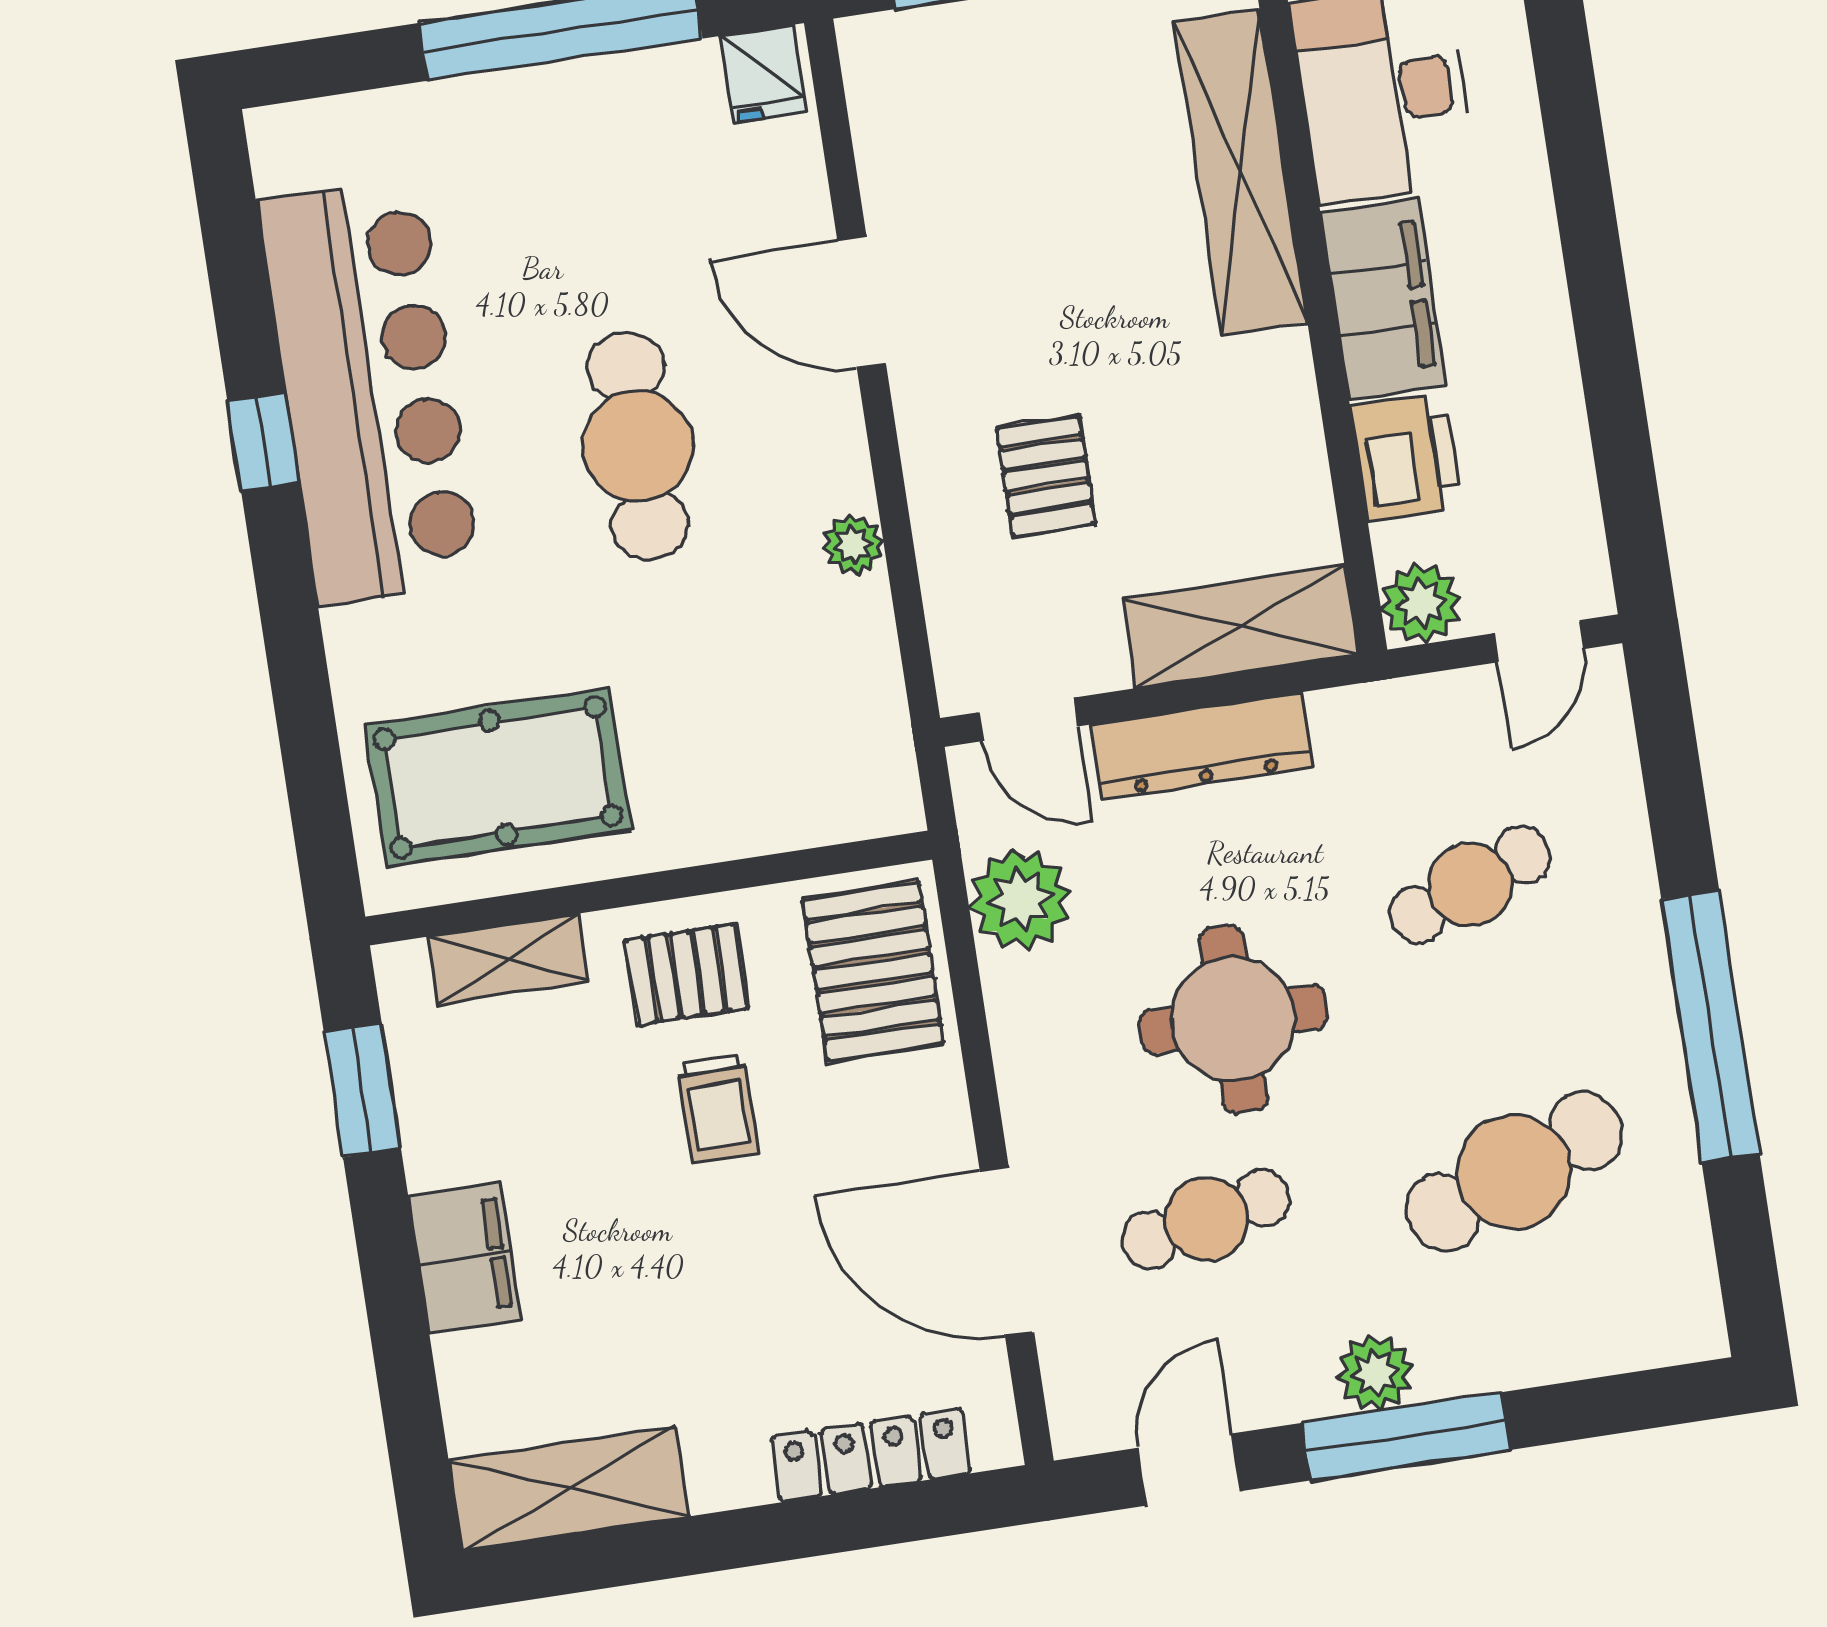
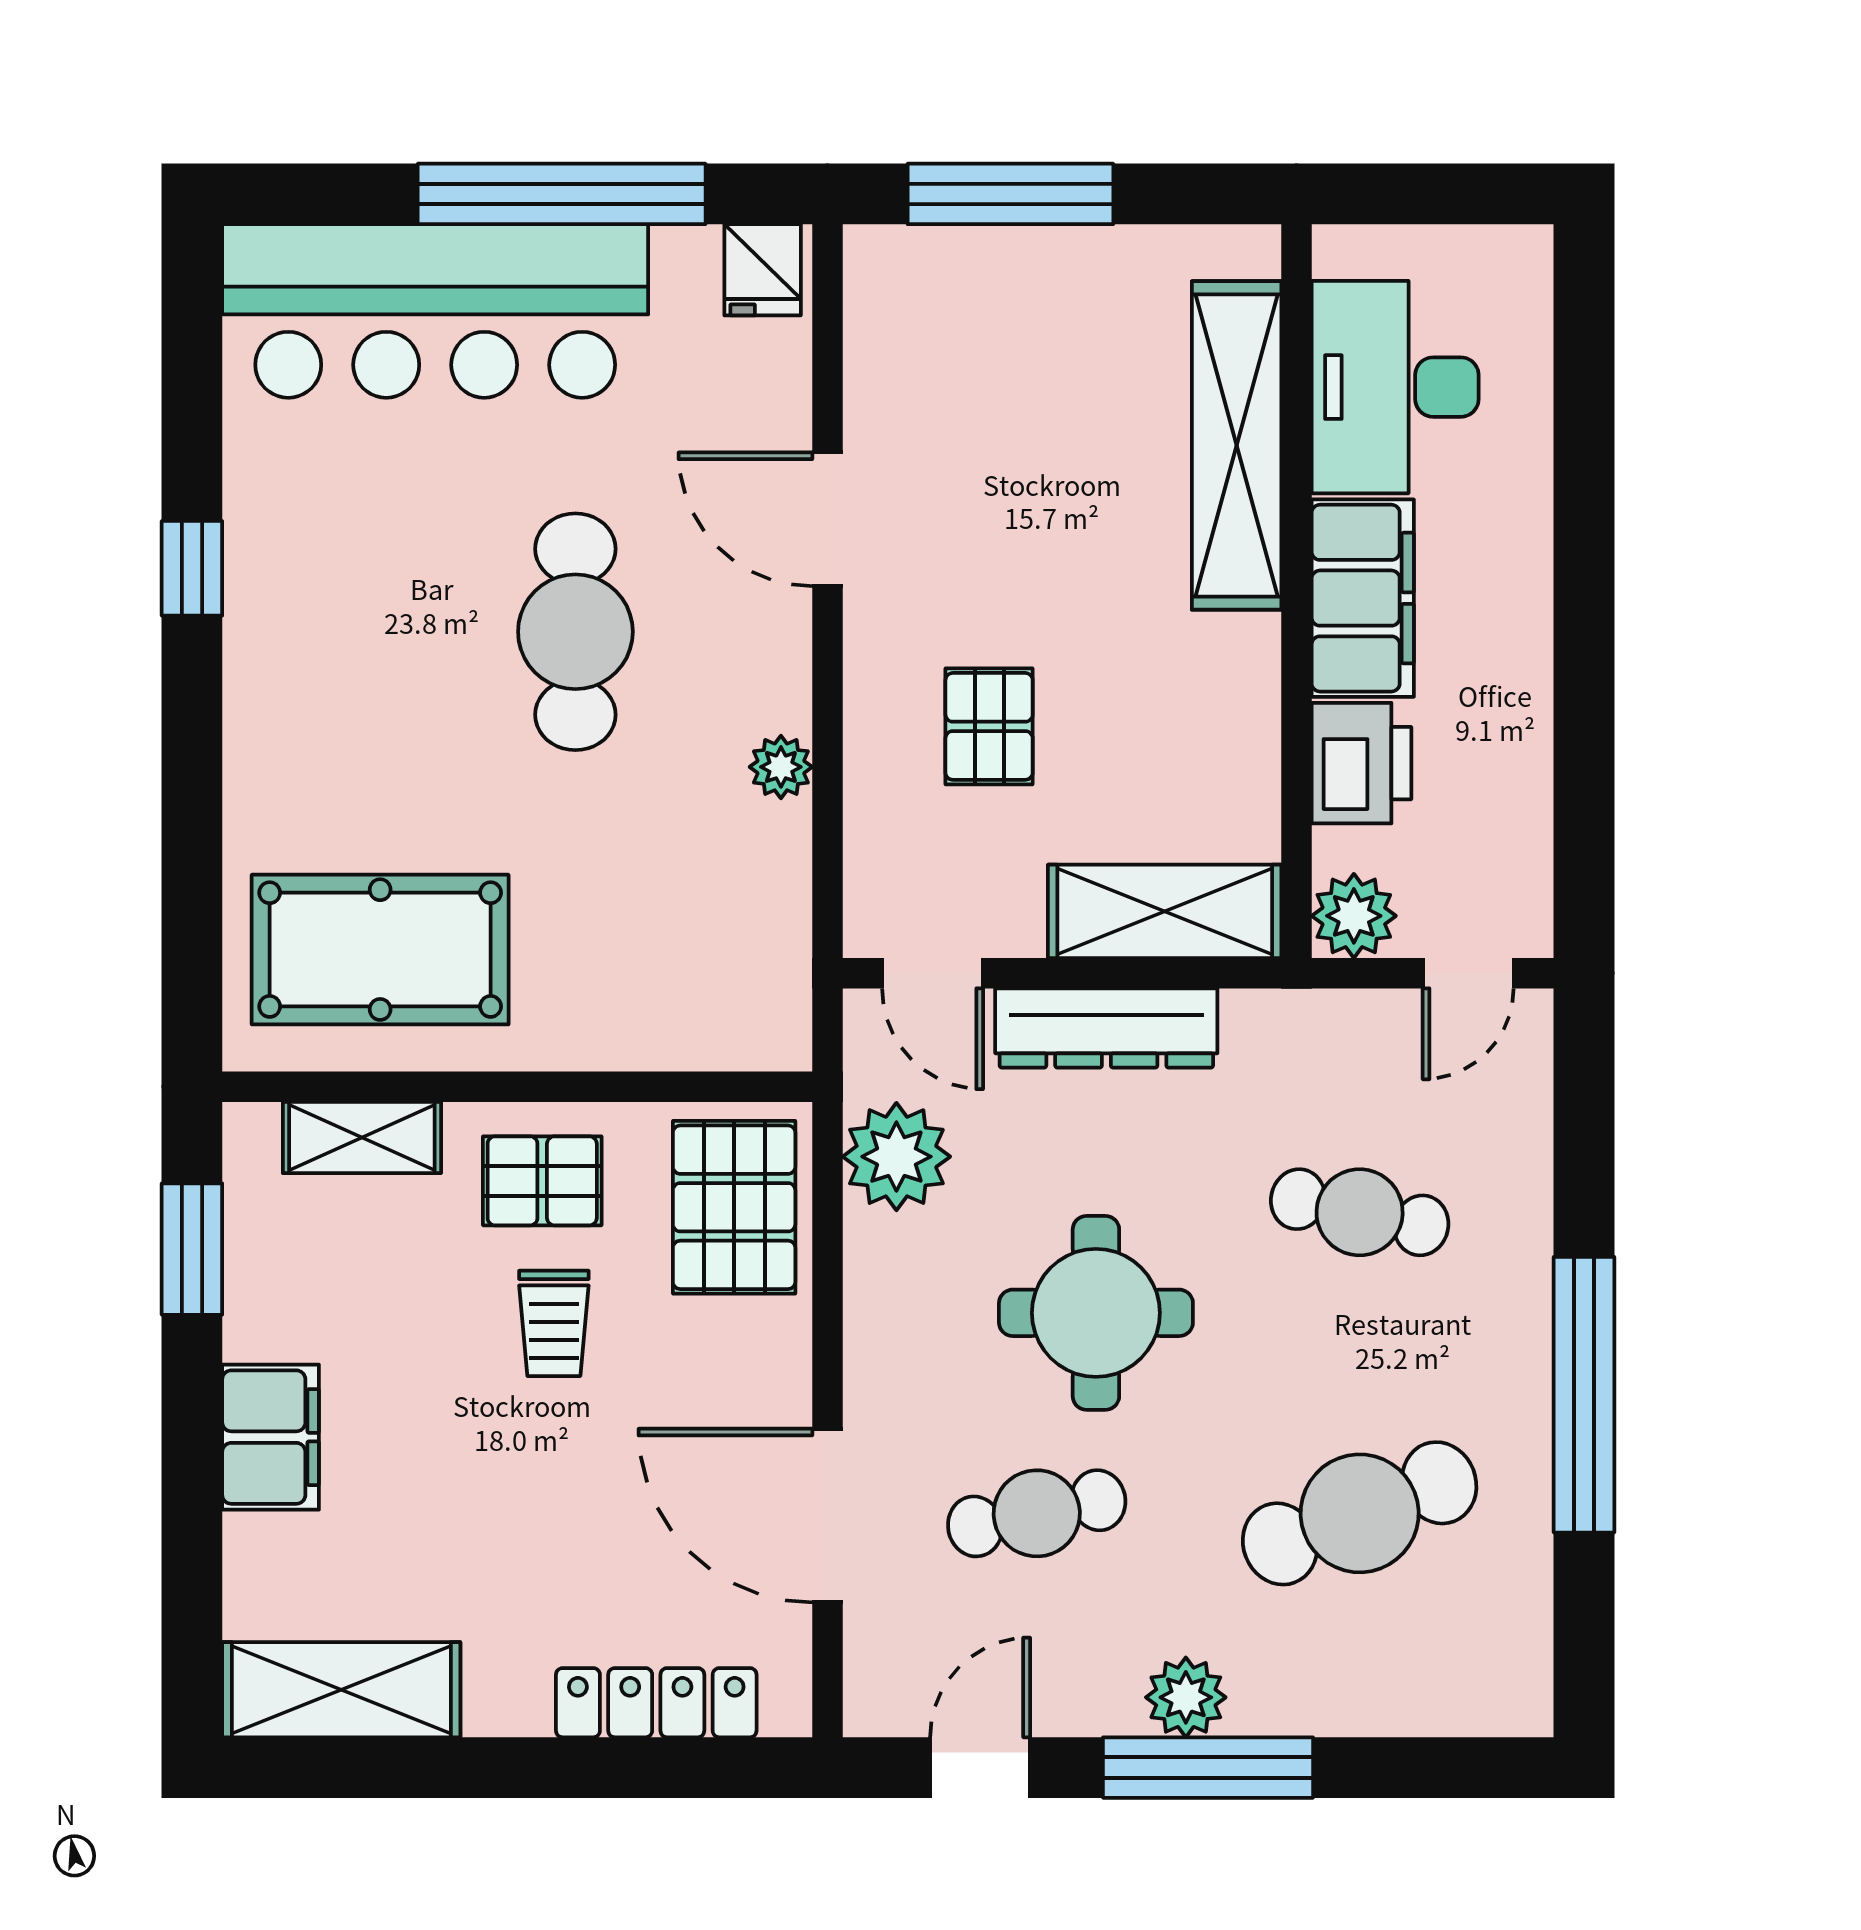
bar counter: (370, 392) -> (435, 311), moved, turned 90
cafe table: (1470, 885) -> (1360, 1212), turned 33

